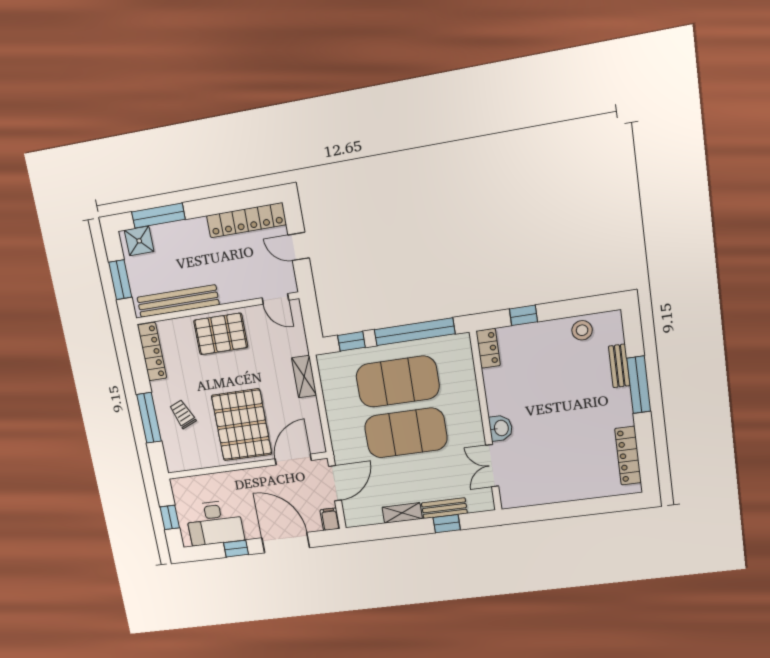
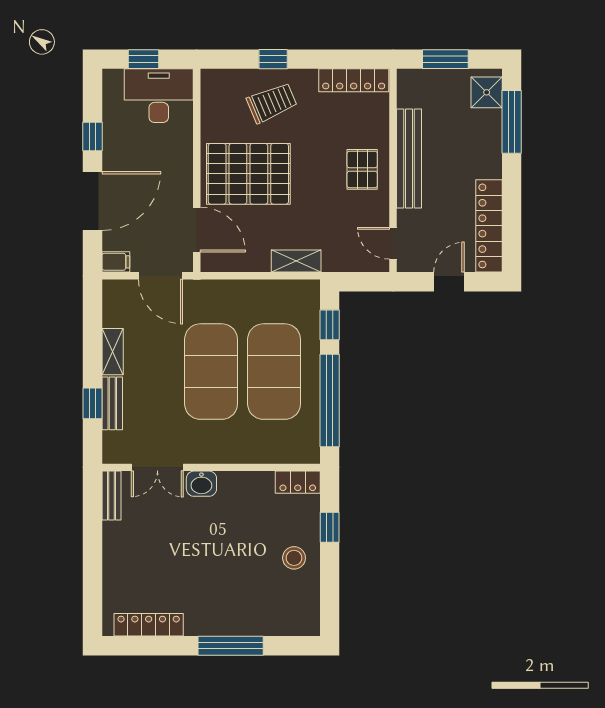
door: (275, 299) -> (393, 243), hinge flipped
bench: (178, 301) -> (409, 159), moved
stool: (582, 330) -> (294, 558), moved
pallet: (221, 334) -> (362, 169), width x0.67, depth x0.71
bench: (619, 366) -> (112, 496), moved, turned 90
trolley: (183, 414) -> (272, 103), width x1.36, depth x1.39
window: (149, 418) -> (273, 59), width x0.46
double door: (492, 466) -> (157, 467), swing flipped
desk: (215, 523) -> (159, 96), moved, turned 90

